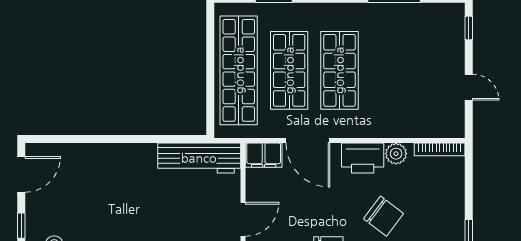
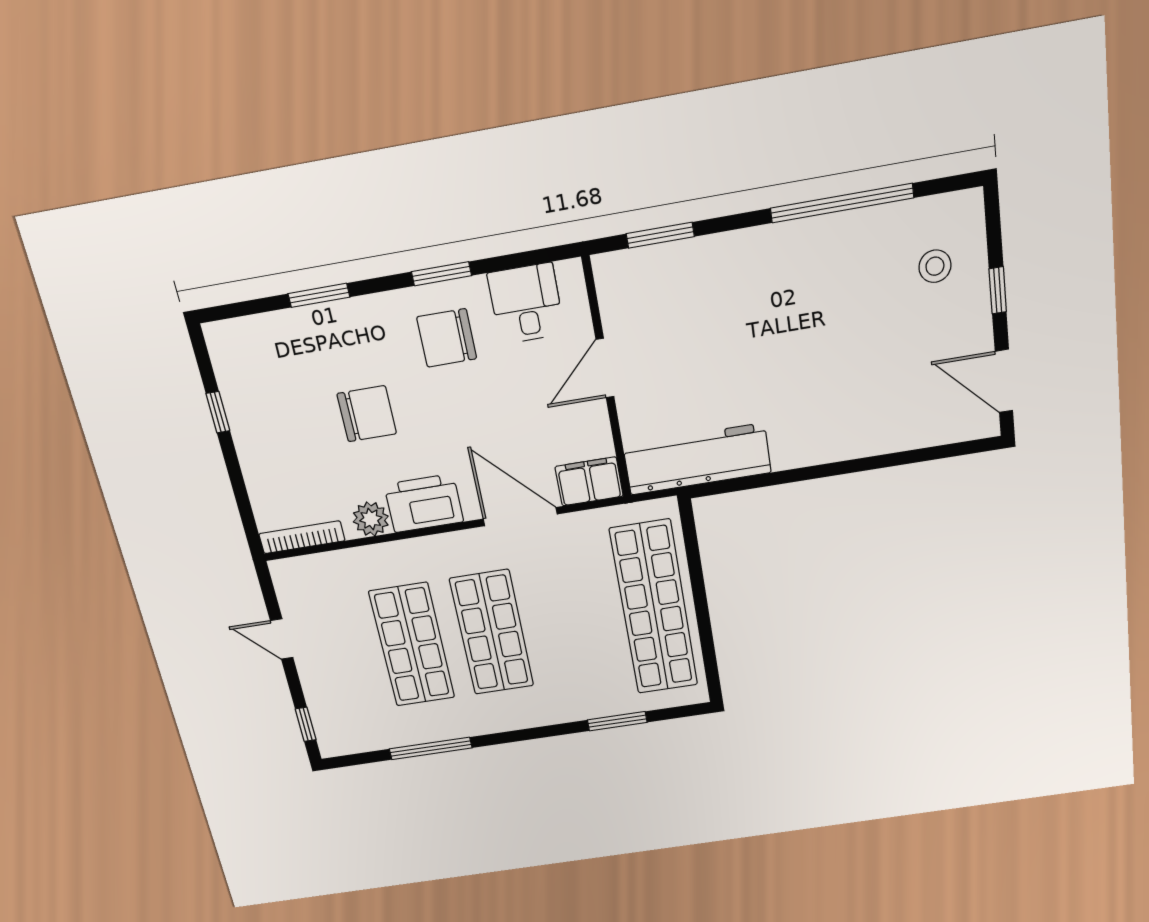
shop shelf: (289, 70) -> (412, 645), moved
door: (21, 174) -> (1004, 381), hinge flipped
chair: (383, 216) -> (367, 414), turned 143

